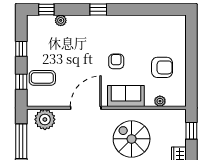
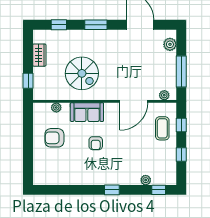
coffee table: (42, 78) -> (162, 128), turned 90
door: (86, 108) -> (134, 101), moved
plant: (45, 119) -> (164, 95), width x0.53, depth x0.53

